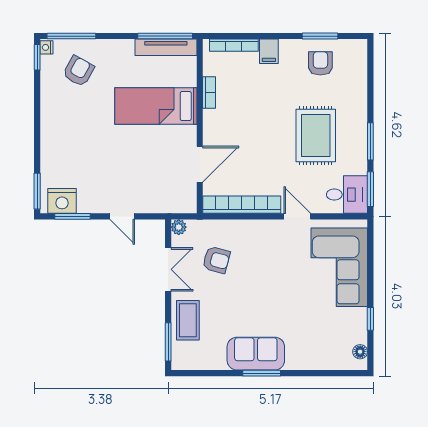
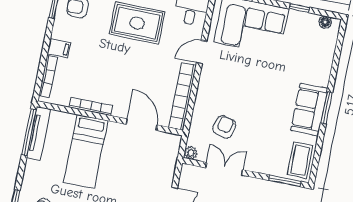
bookcase: (209, 93) -> (91, 106), width x1.56
coffee table: (188, 320) -> (300, 160), moved, turned 90

